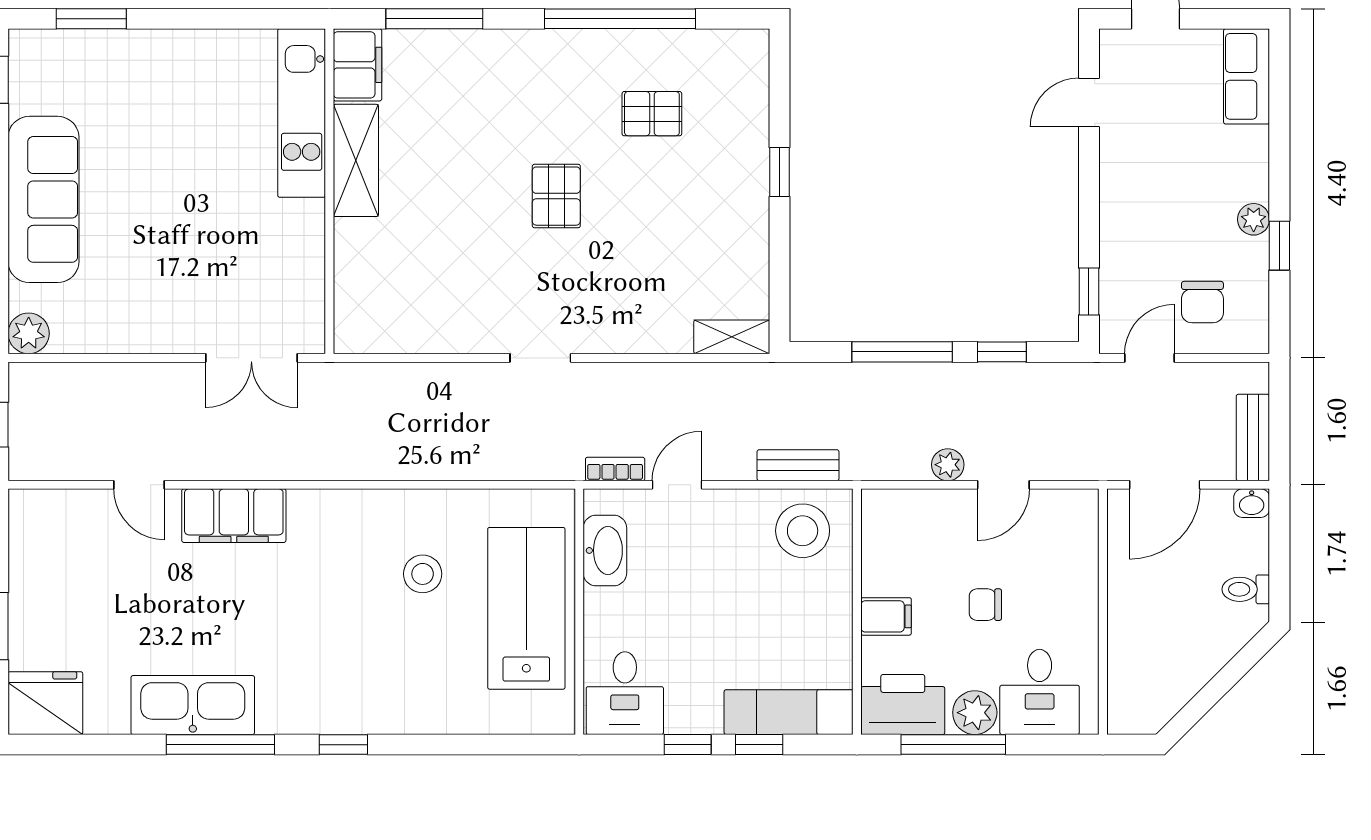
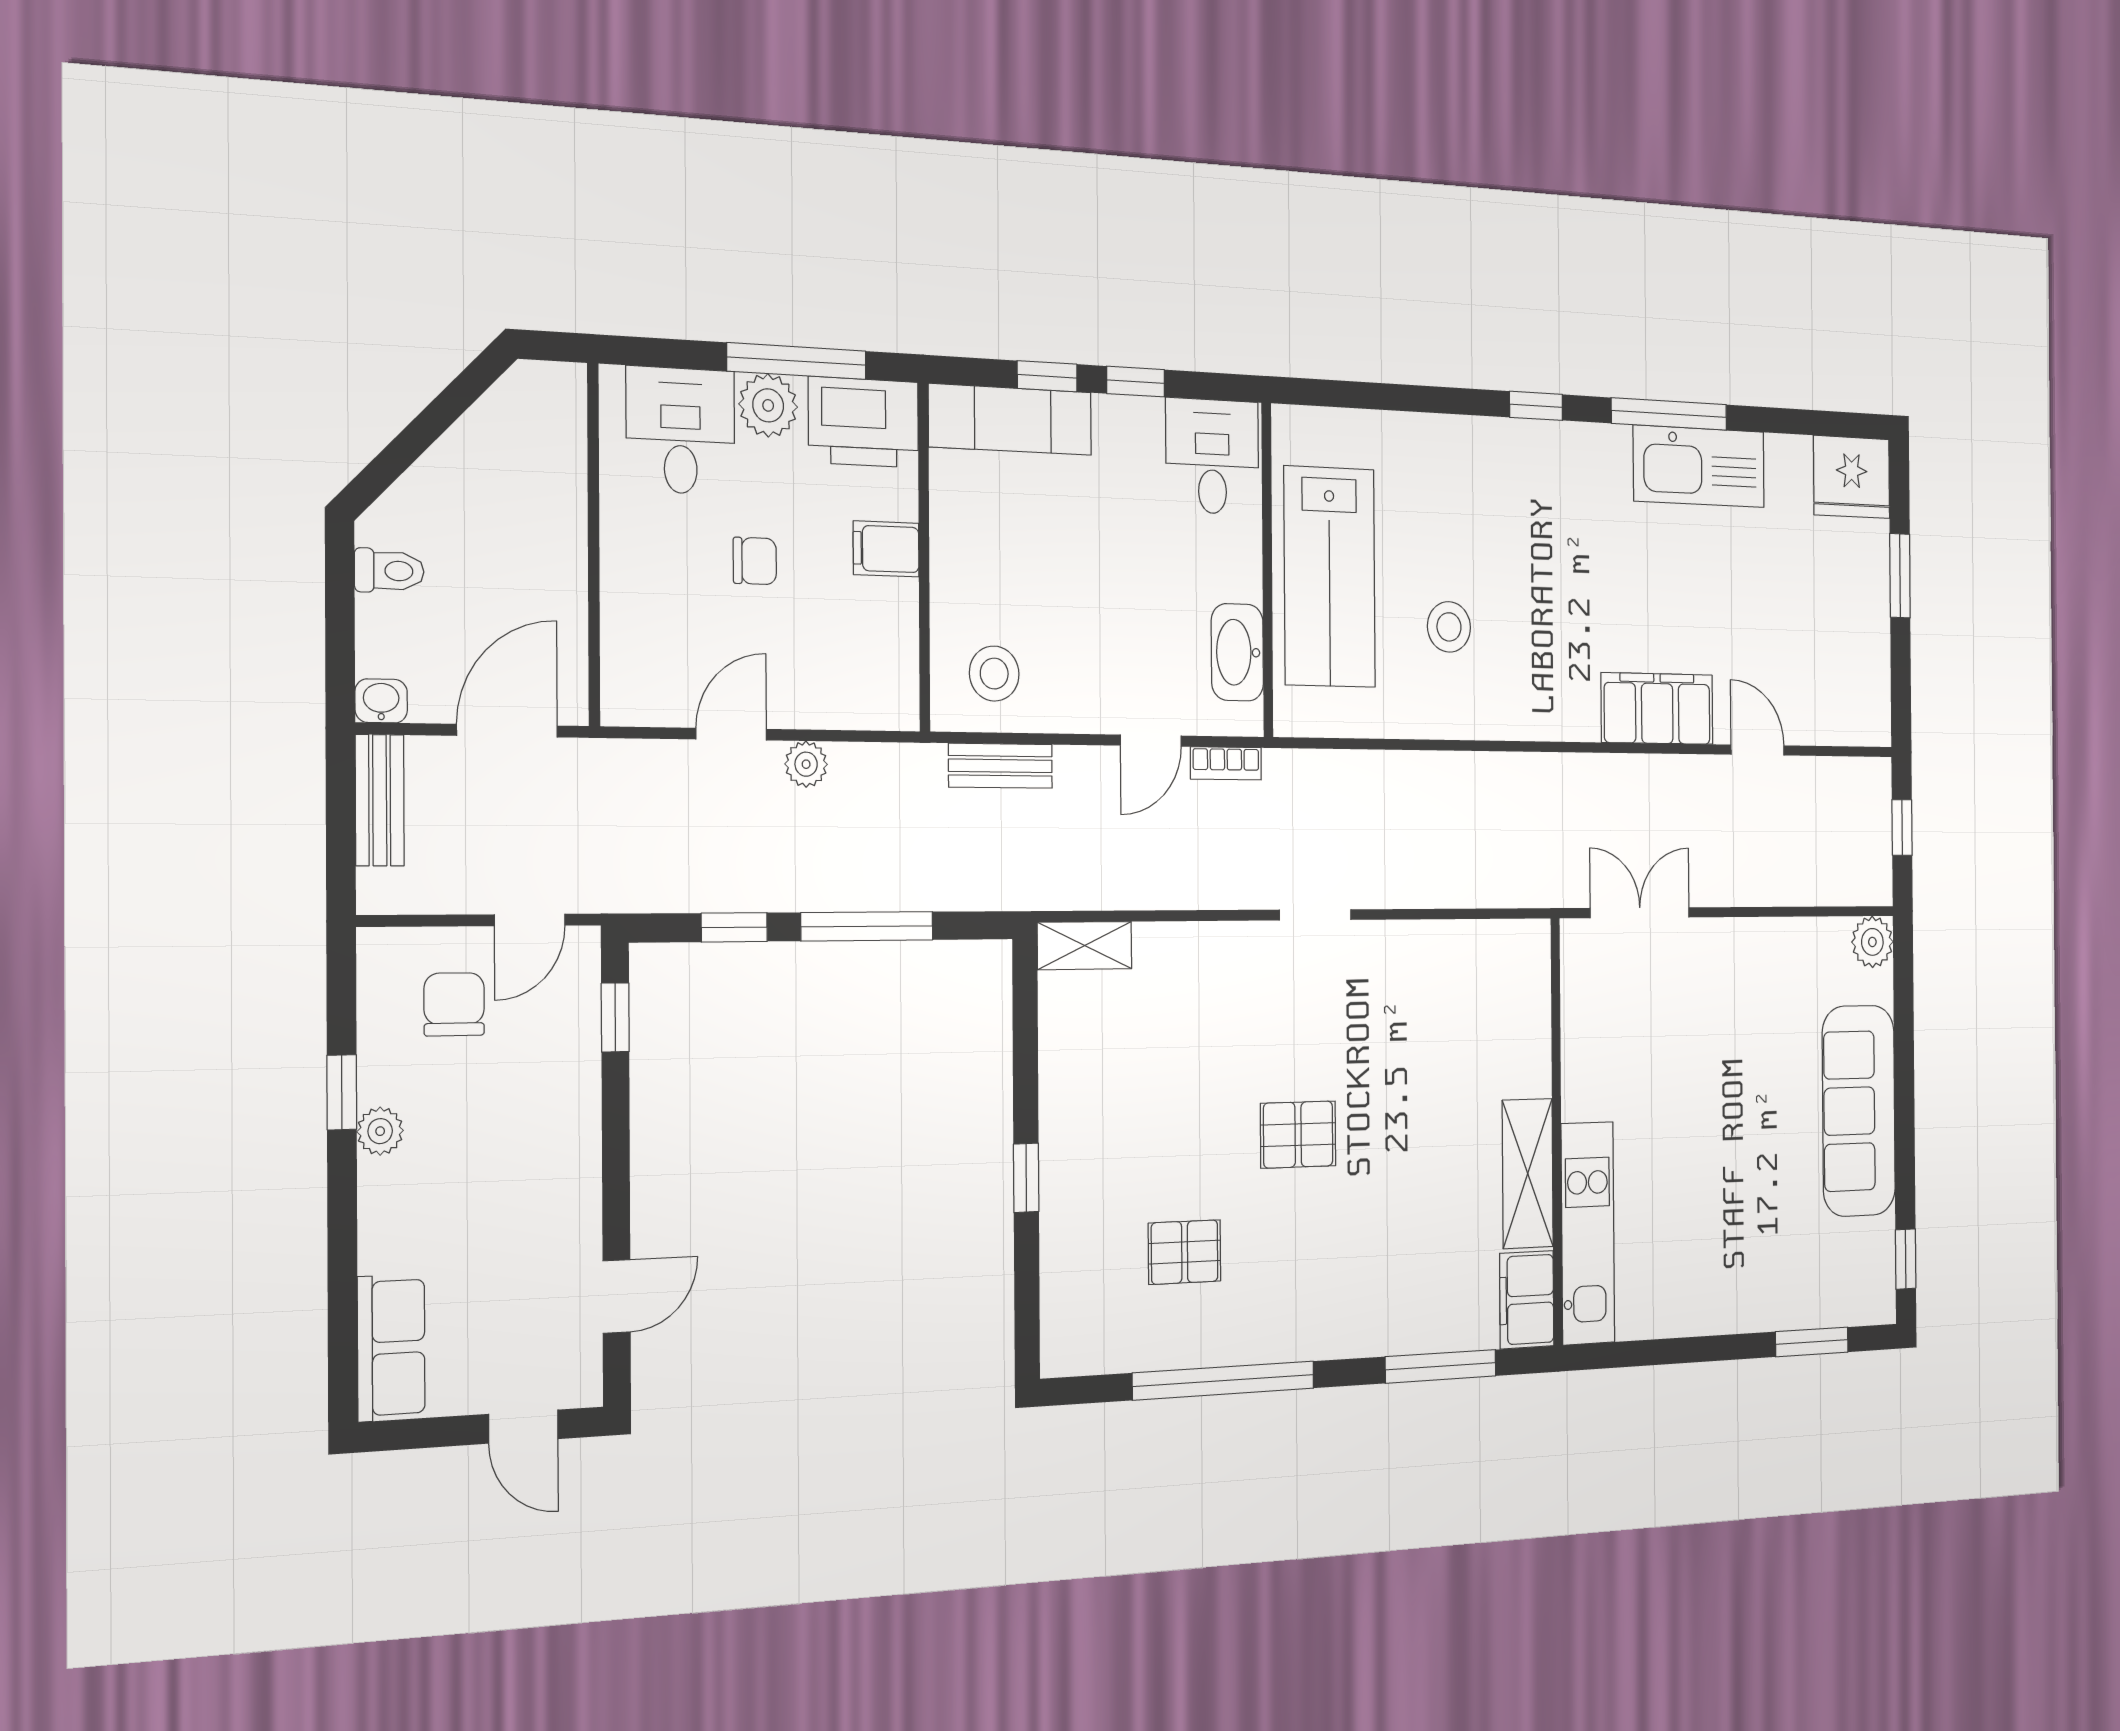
pallet: (556, 196) -> (1298, 1135), turned 90
stool: (803, 531) -> (994, 674), width x0.73, depth x0.73

